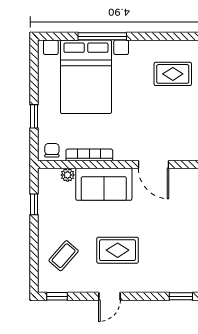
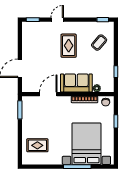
door: (153, 164) -> (48, 94), hinge flipped
rug: (118, 250) -> (69, 46), turned 90
door: (109, 296) -> (57, 20), moved

